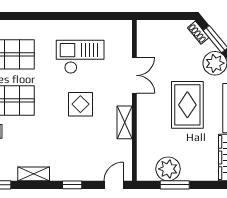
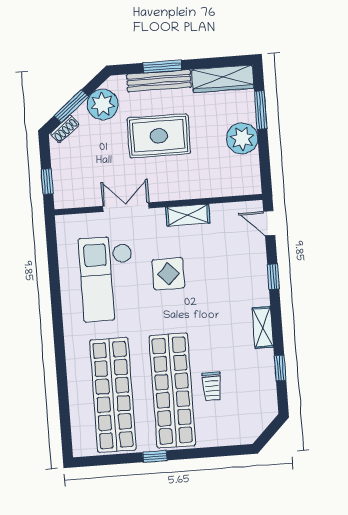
window: (159, 16) -> (47, 182), added
checkout: (80, 57) -> (107, 279), width x1.36, depth x1.21
plant: (168, 169) -> (242, 138), moved
window: (175, 185) -> (261, 110), moved

